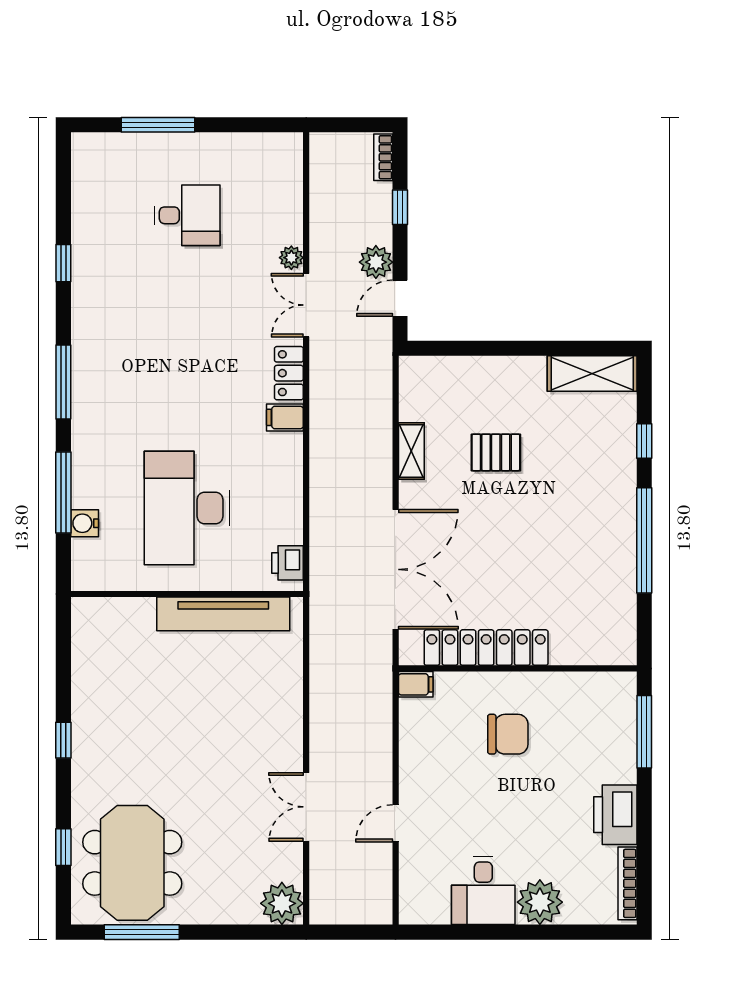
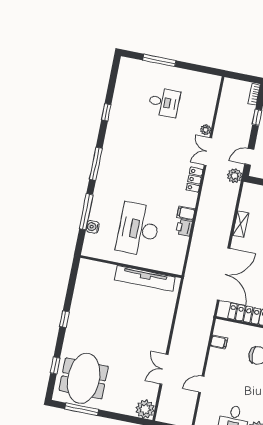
plant: (376, 262) -> (235, 176), moved
filing cabinet: (285, 417) -> (186, 213), moved
printer: (287, 563) -> (184, 228), moved
filing cabinet: (416, 684) -> (219, 342), moved

